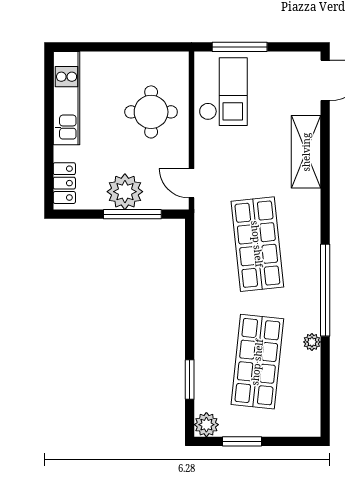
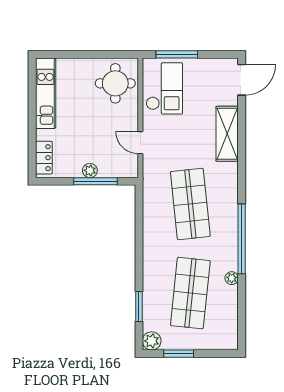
round table: (151, 112) -> (115, 83), moved
door: (192, 183) -> (140, 143), moved
plant: (125, 192) -> (90, 170), width x0.53, depth x0.53

